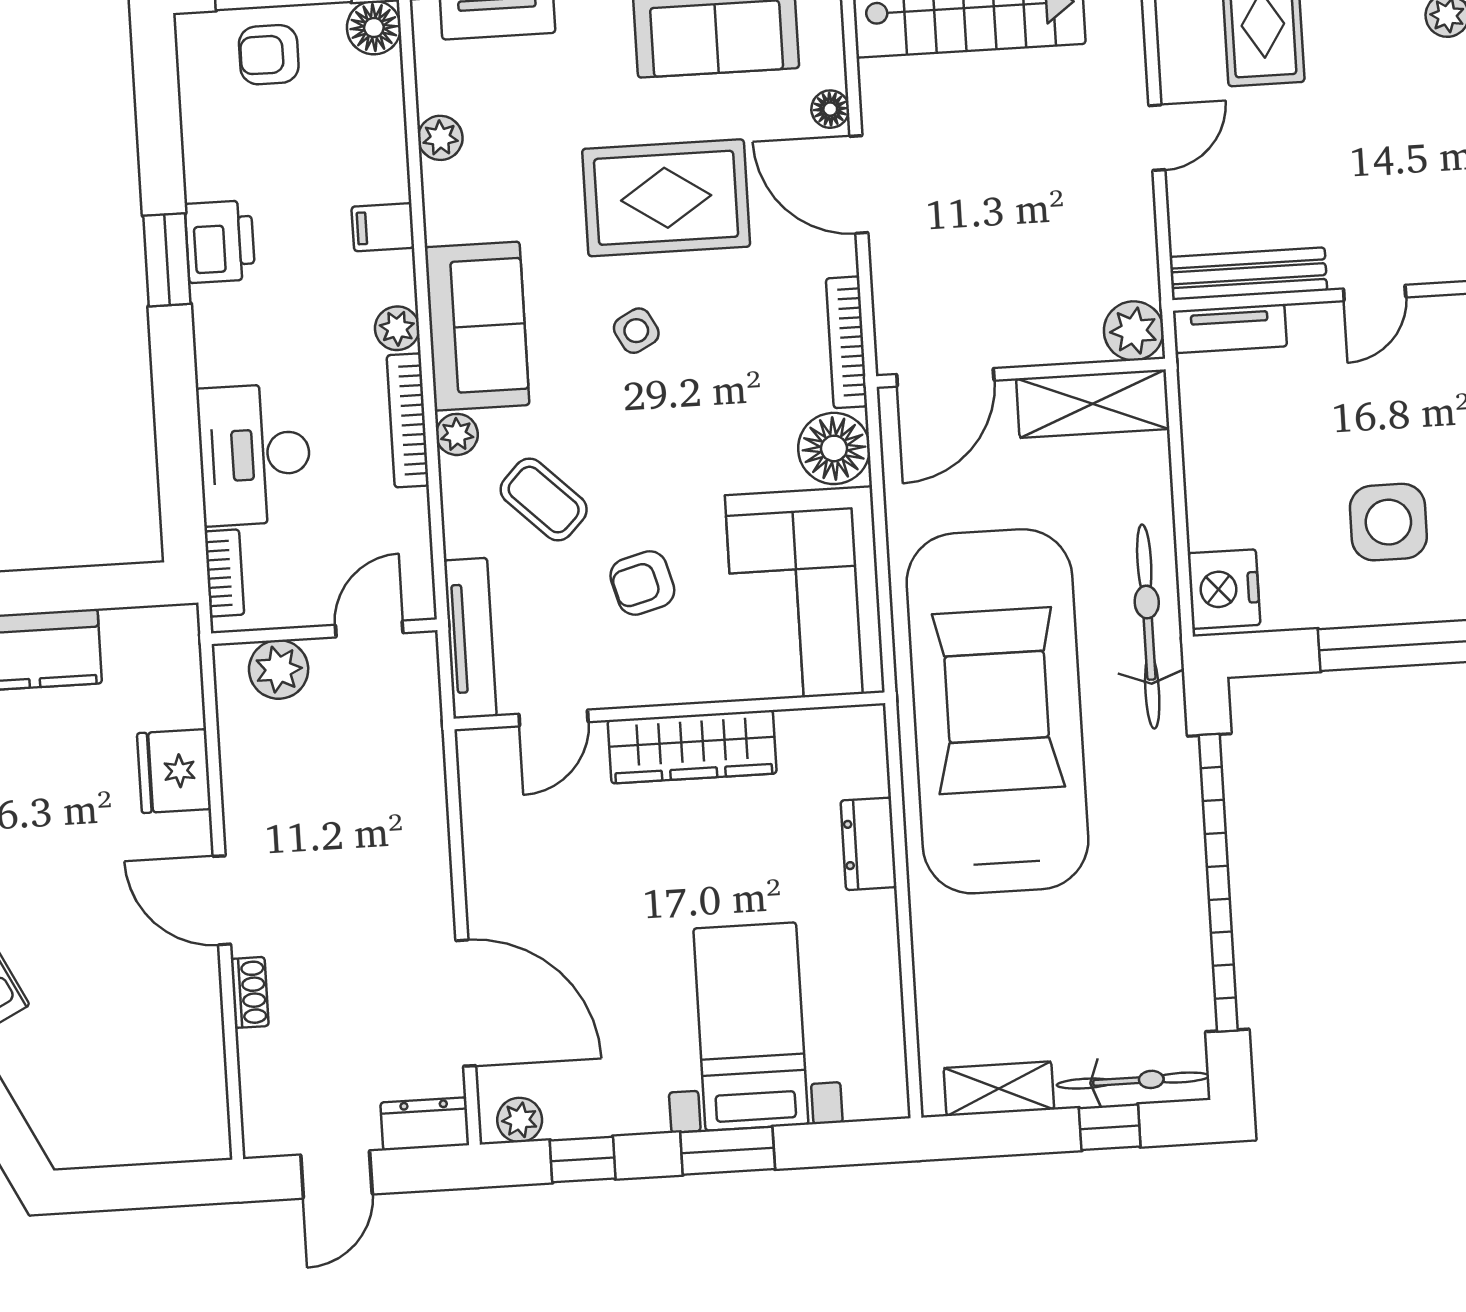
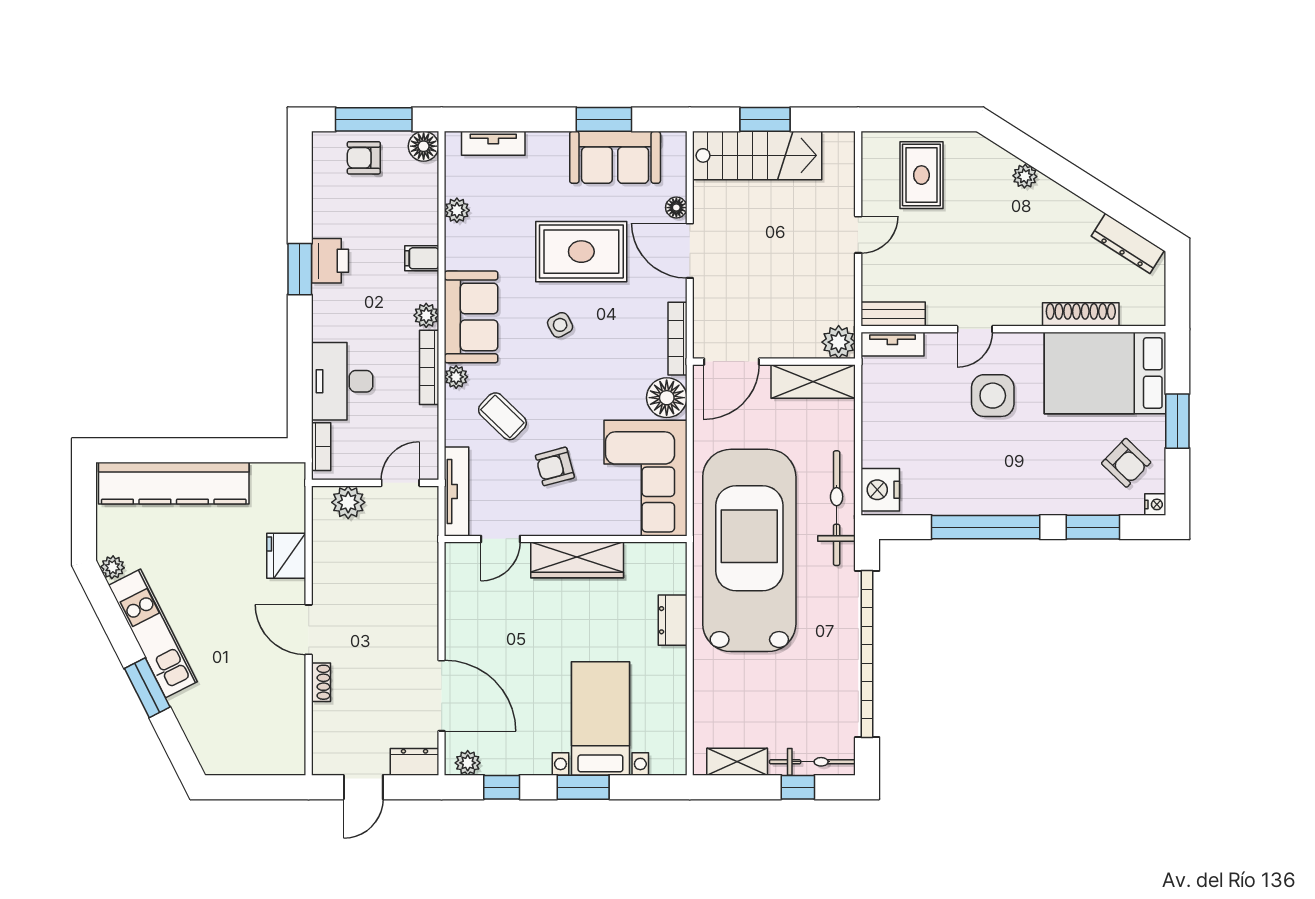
bench: (1248, 274) -> (893, 314), width x0.73
side table: (1388, 522) -> (993, 396), moved

